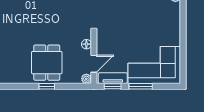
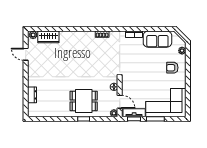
armchair: (163, 19) -> (172, 68), added
dining table: (47, 63) -> (84, 101), turned 90
door: (94, 64) -> (120, 102), hinge flipped

